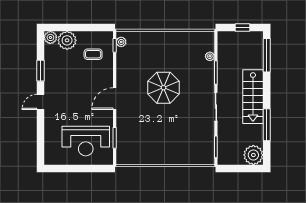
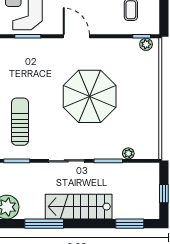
window: (267, 55) -> (130, 224), width x0.69
parasol: (163, 88) -> (90, 96), width x1.36, depth x1.36
sun lounger: (184, 144) -> (20, 122), added

